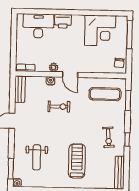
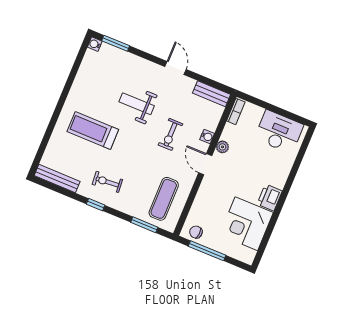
printer: (63, 21) -> (270, 198), moved
desk: (38, 26) -> (279, 132), moved, turned -90
window: (130, 35) -> (207, 251), moved
door: (70, 75) -> (205, 164), hinge flipped
weight bench: (37, 157) -> (137, 104), moved
treadmill: (77, 161) -> (93, 131), turned 180

